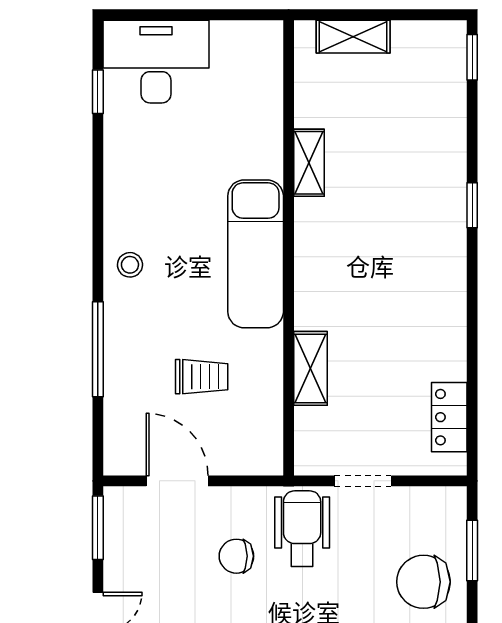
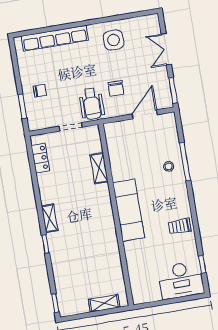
shelving: (309, 163) -> (50, 218), moved
stool: (130, 265) -> (169, 166), moved
trolley: (202, 377) -> (180, 226), moved
door: (177, 481) -> (145, 114), swing flipped
chair: (236, 556) -> (116, 88), turned 90
chair: (423, 582) -> (40, 91), width x0.54, depth x0.54

